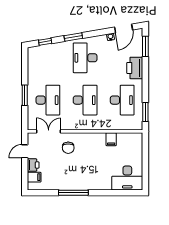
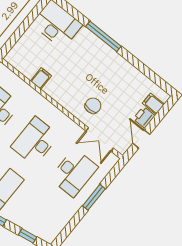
desk: (48, 100) -> (74, 173), turned 180
door: (25, 151) -> (141, 139), swing flipped
window: (73, 193) -> (103, 36), moved

